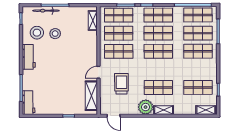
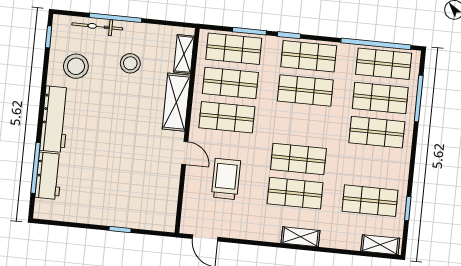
stool: (55, 34) -> (130, 63), moved
shop shelf: (158, 51) -> (298, 159), moved
workbench: (29, 57) -> (55, 119), width x1.38
door: (99, 72) -> (185, 153), swing flipped
shelving: (91, 96) -> (176, 102), moved
workbench: (29, 103) -> (49, 176), moved
plant: (146, 107) -> (267, 228), removed

